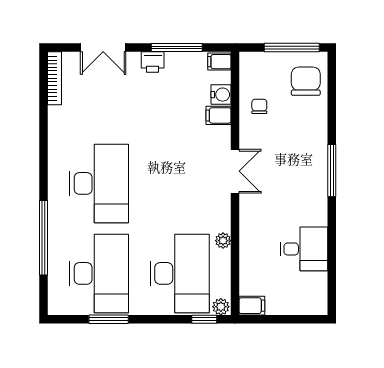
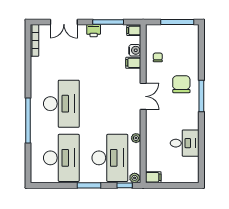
chair: (306, 81) -> (181, 84), moved
window: (44, 238) -> (28, 121), moved
window: (109, 319) -> (89, 185), moved

